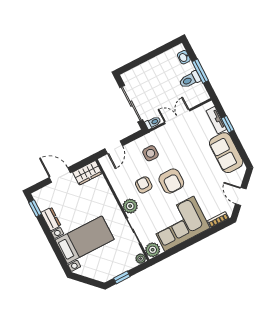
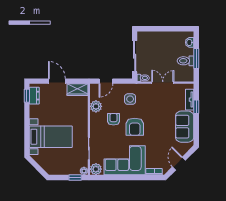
plant: (130, 206) -> (96, 106), moved
dresser: (51, 219) -> (34, 96), moved
window: (122, 277) -> (75, 178), moved

